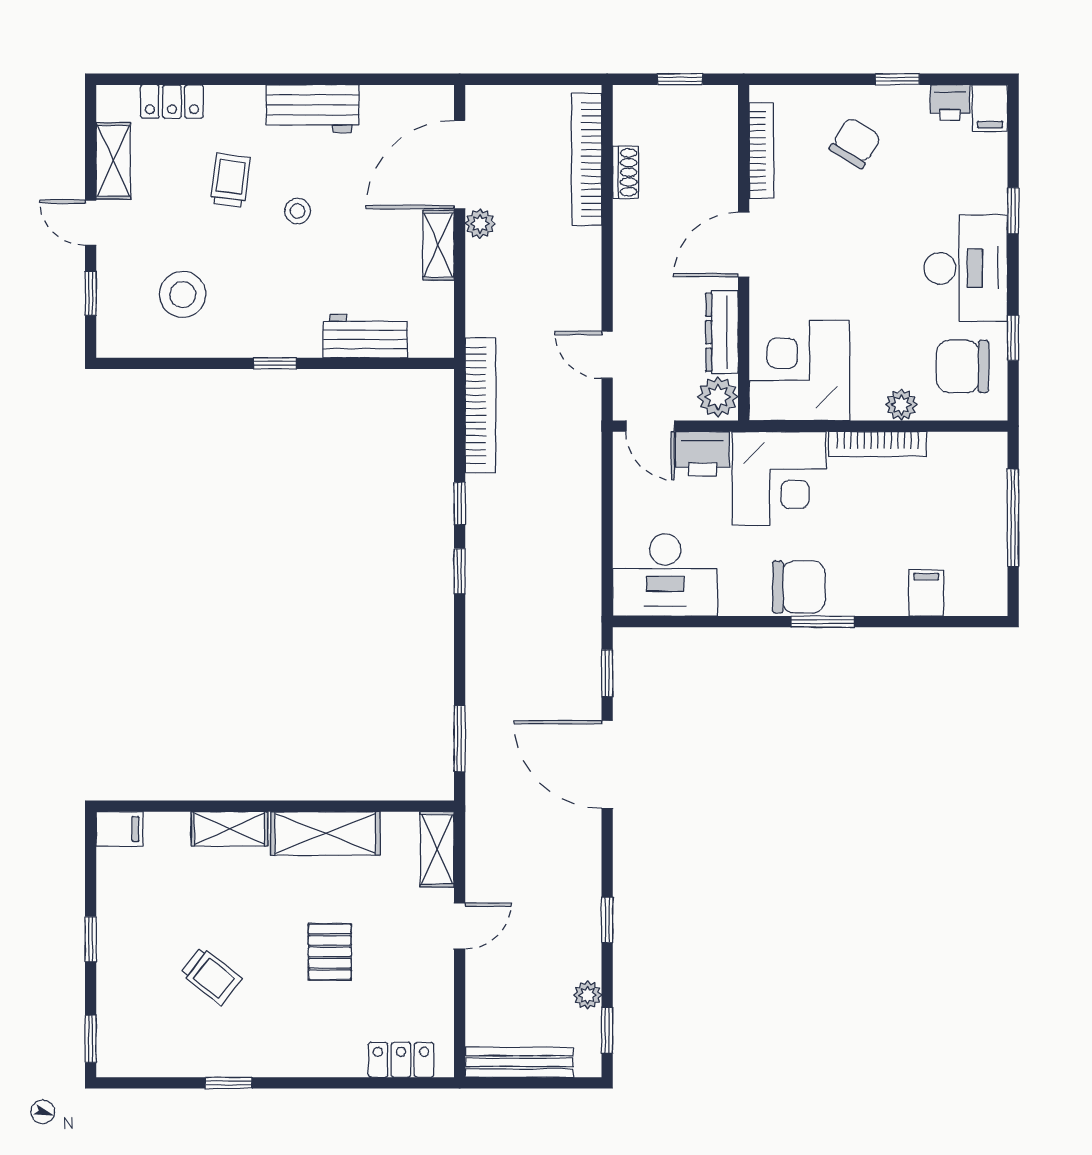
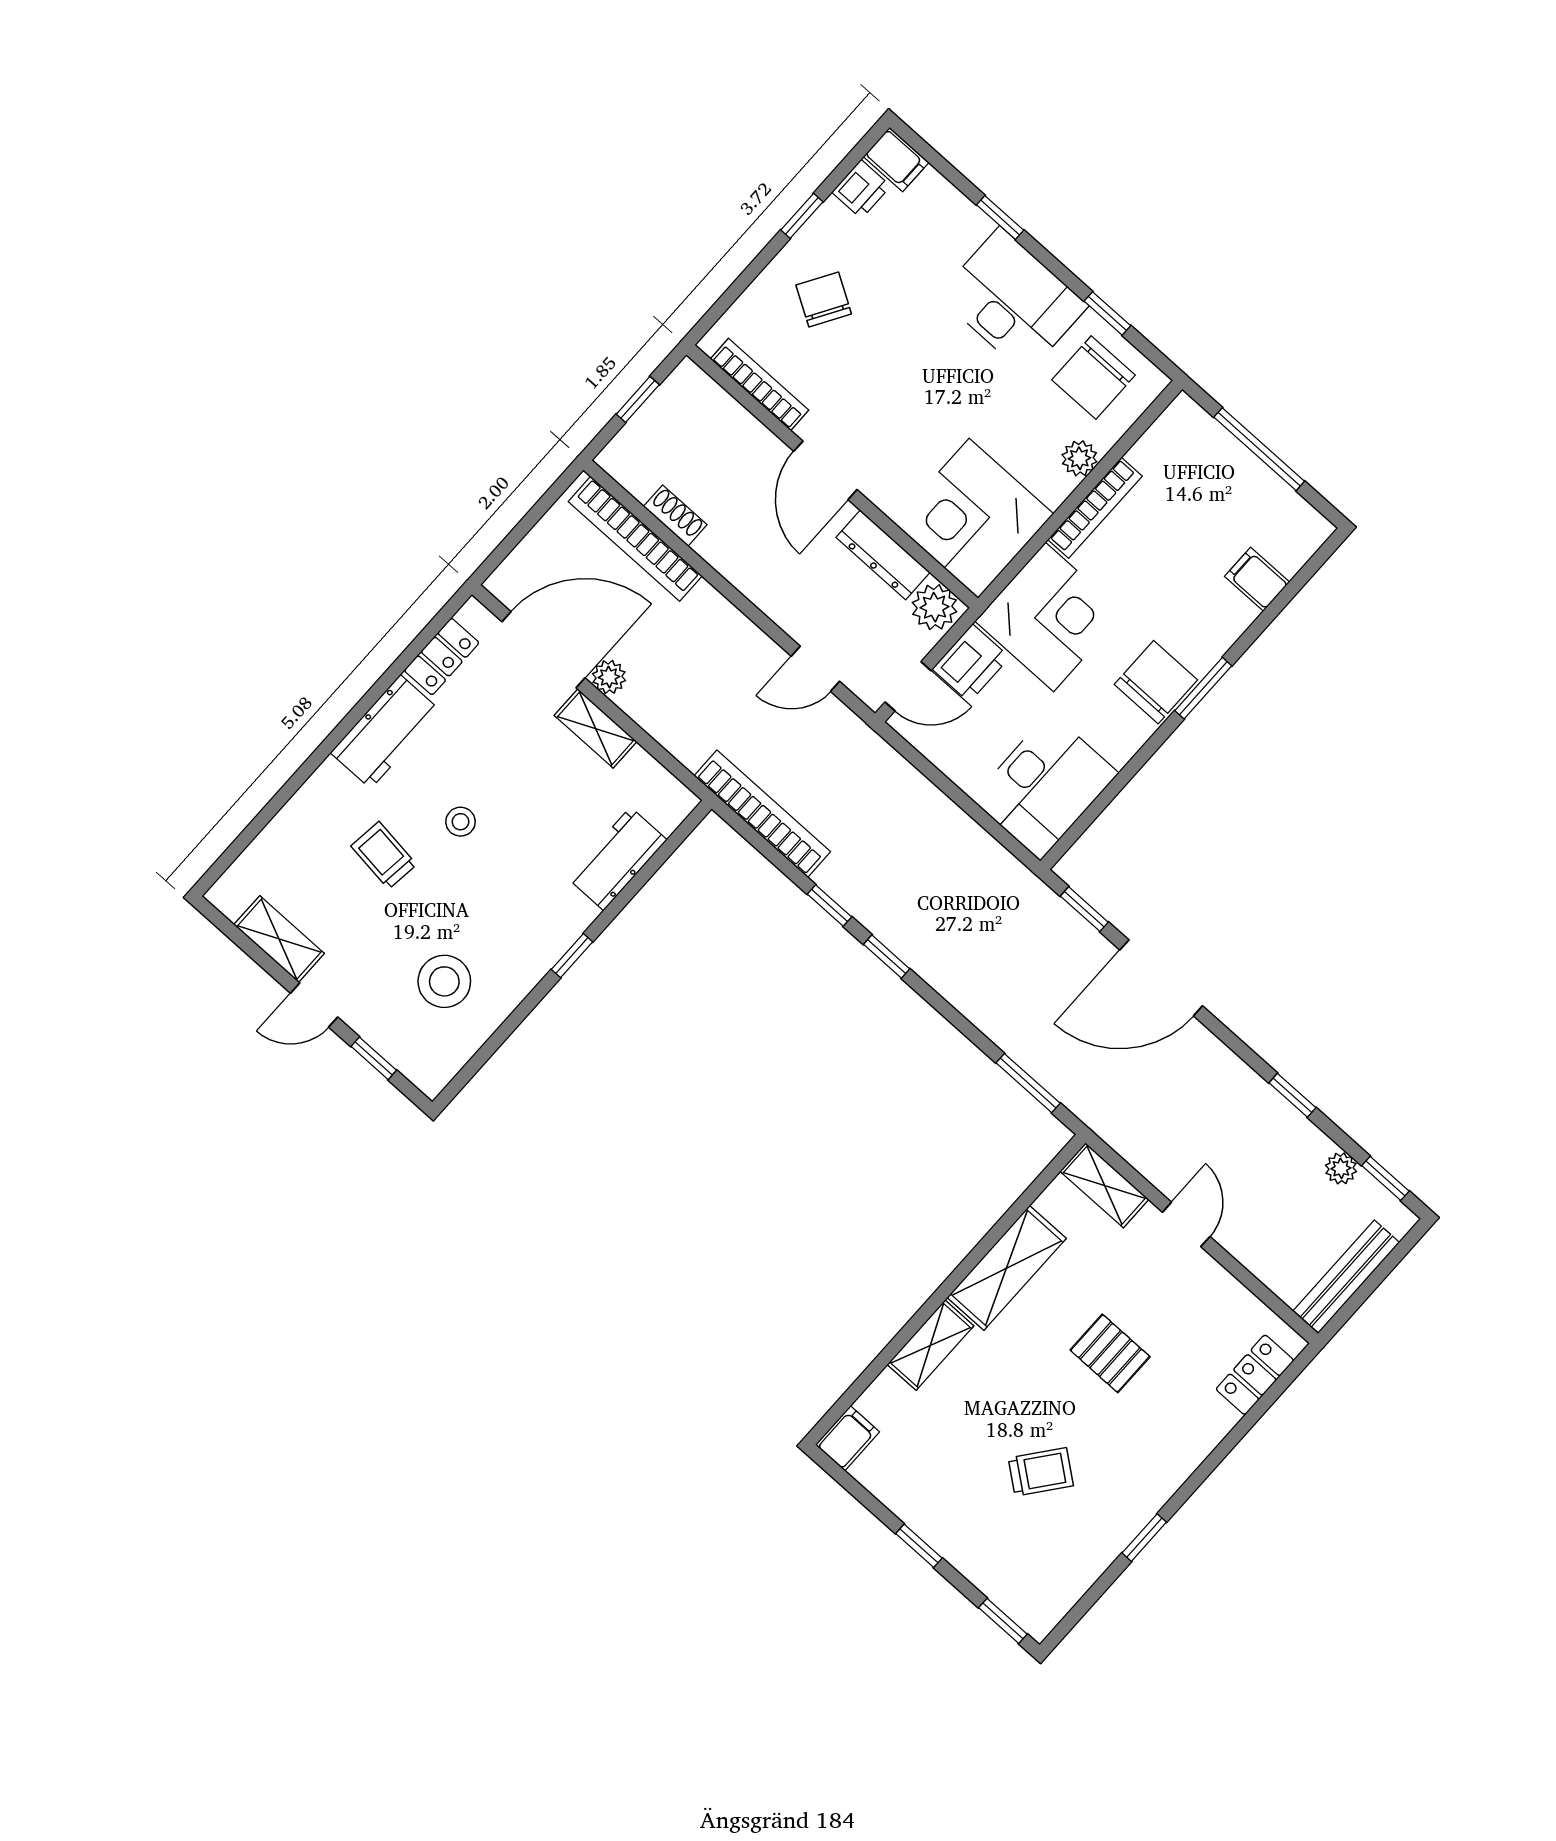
locker: (172, 102) -> (442, 657), moved
door: (460, 165) -> (544, 650), swing flipped

